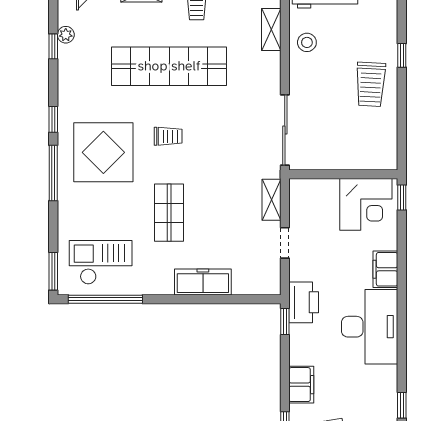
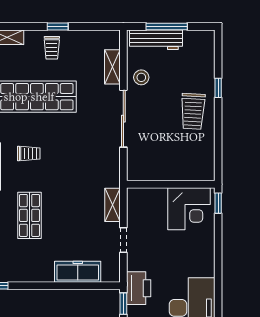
sliding door: (285, 130) -> (123, 119), moved
filing cabinet: (385, 269) -> (205, 261), removed
freezer: (203, 282) -> (78, 272), moved

